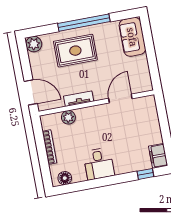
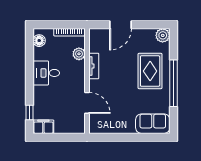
tv unit: (79, 99) -> (94, 66), moved
door: (120, 99) -> (87, 103), moved
wall: (96, 103) -> (87, 81), moved
plant: (68, 117) -> (79, 54), moved

